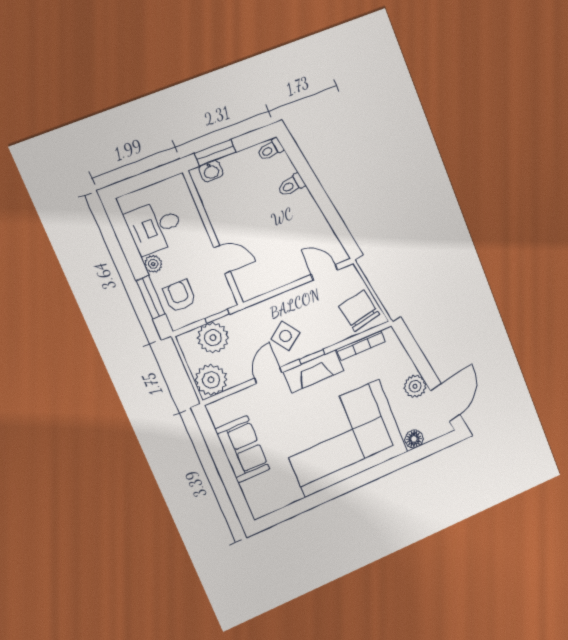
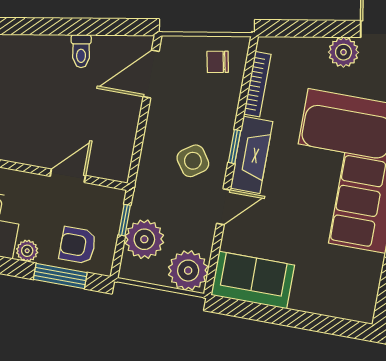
toilet: (291, 185) -> (81, 51), moved
door: (324, 272) -> (151, 74), width x1.37
chair: (359, 311) -> (218, 62), width x0.54, depth x0.54
door: (268, 375) -> (224, 207), swing flipped
sofa: (242, 449) -> (253, 280), moved

